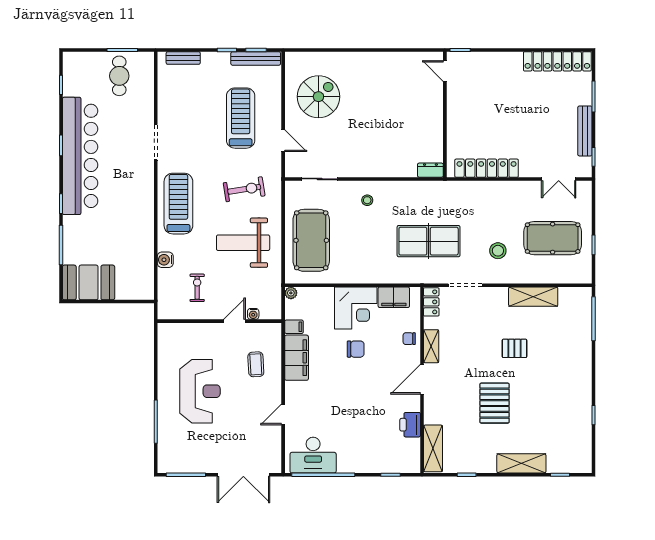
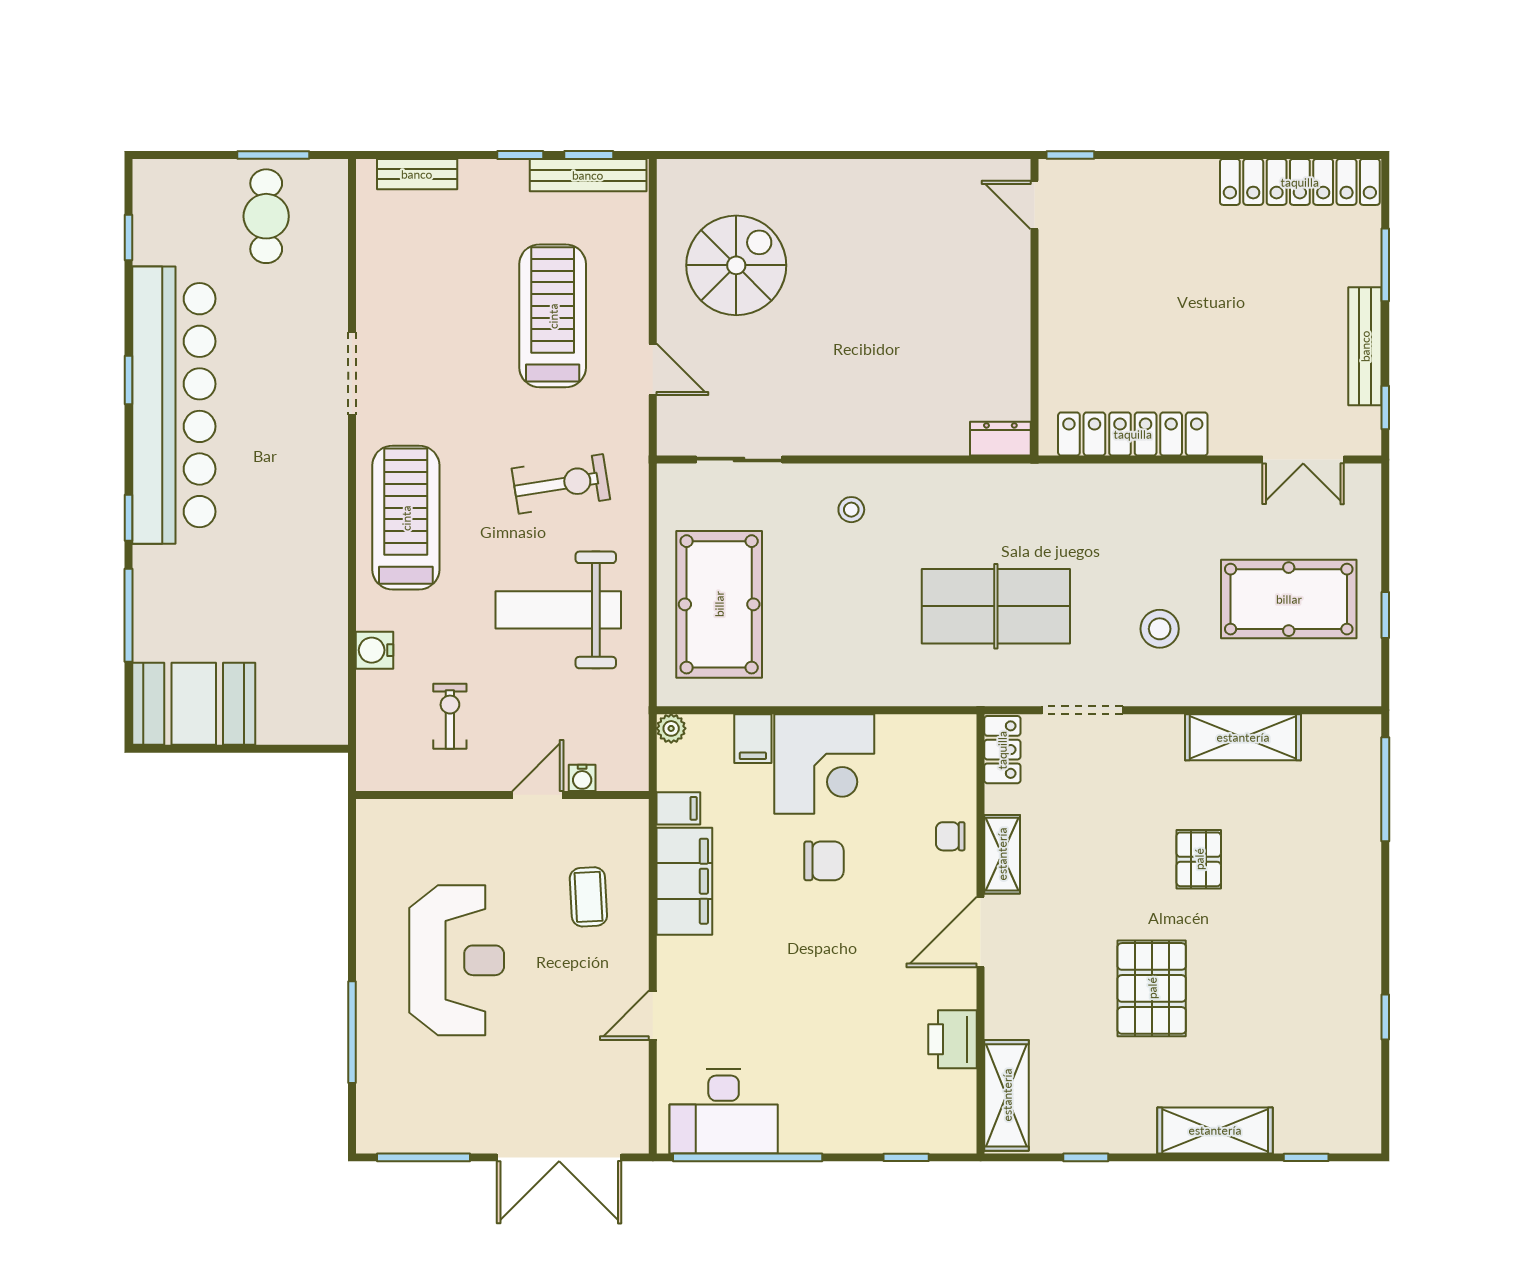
filing cabinet: (394, 297) -> (753, 739), moved, width x0.50
pallet: (514, 348) -> (1199, 859), turned 90

